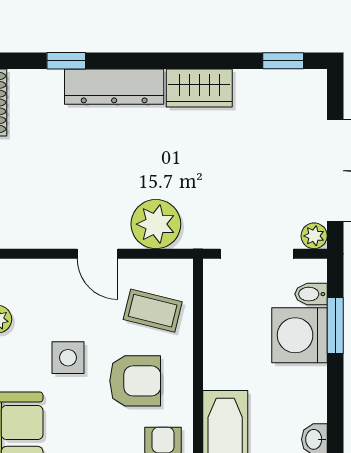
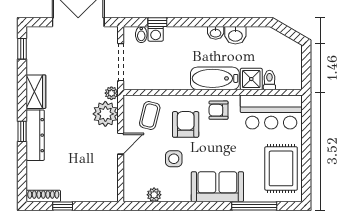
window: (66, 61) -> (22, 131), moved
plant: (314, 236) -> (111, 93), moved
window: (335, 326) -> (157, 22), width x0.67
washing machine: (299, 335) -> (156, 34), width x0.53, depth x0.53

